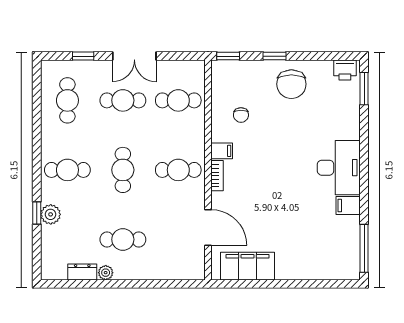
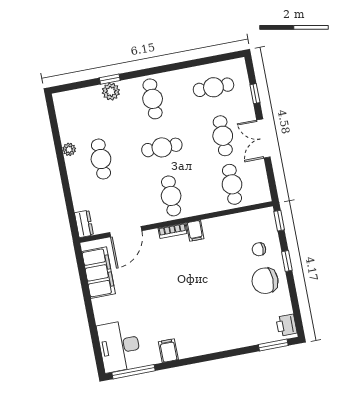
chair: (241, 115) -> (259, 249), moved
desk: (339, 168) -> (119, 346), moved, turned 90
dresser: (82, 272) -> (84, 224), moved

